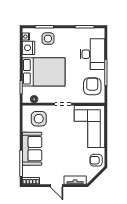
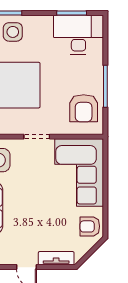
desk: (92, 54) -> (78, 35), moved, turned -90
armchair: (92, 86) -> (84, 108), turned 180

